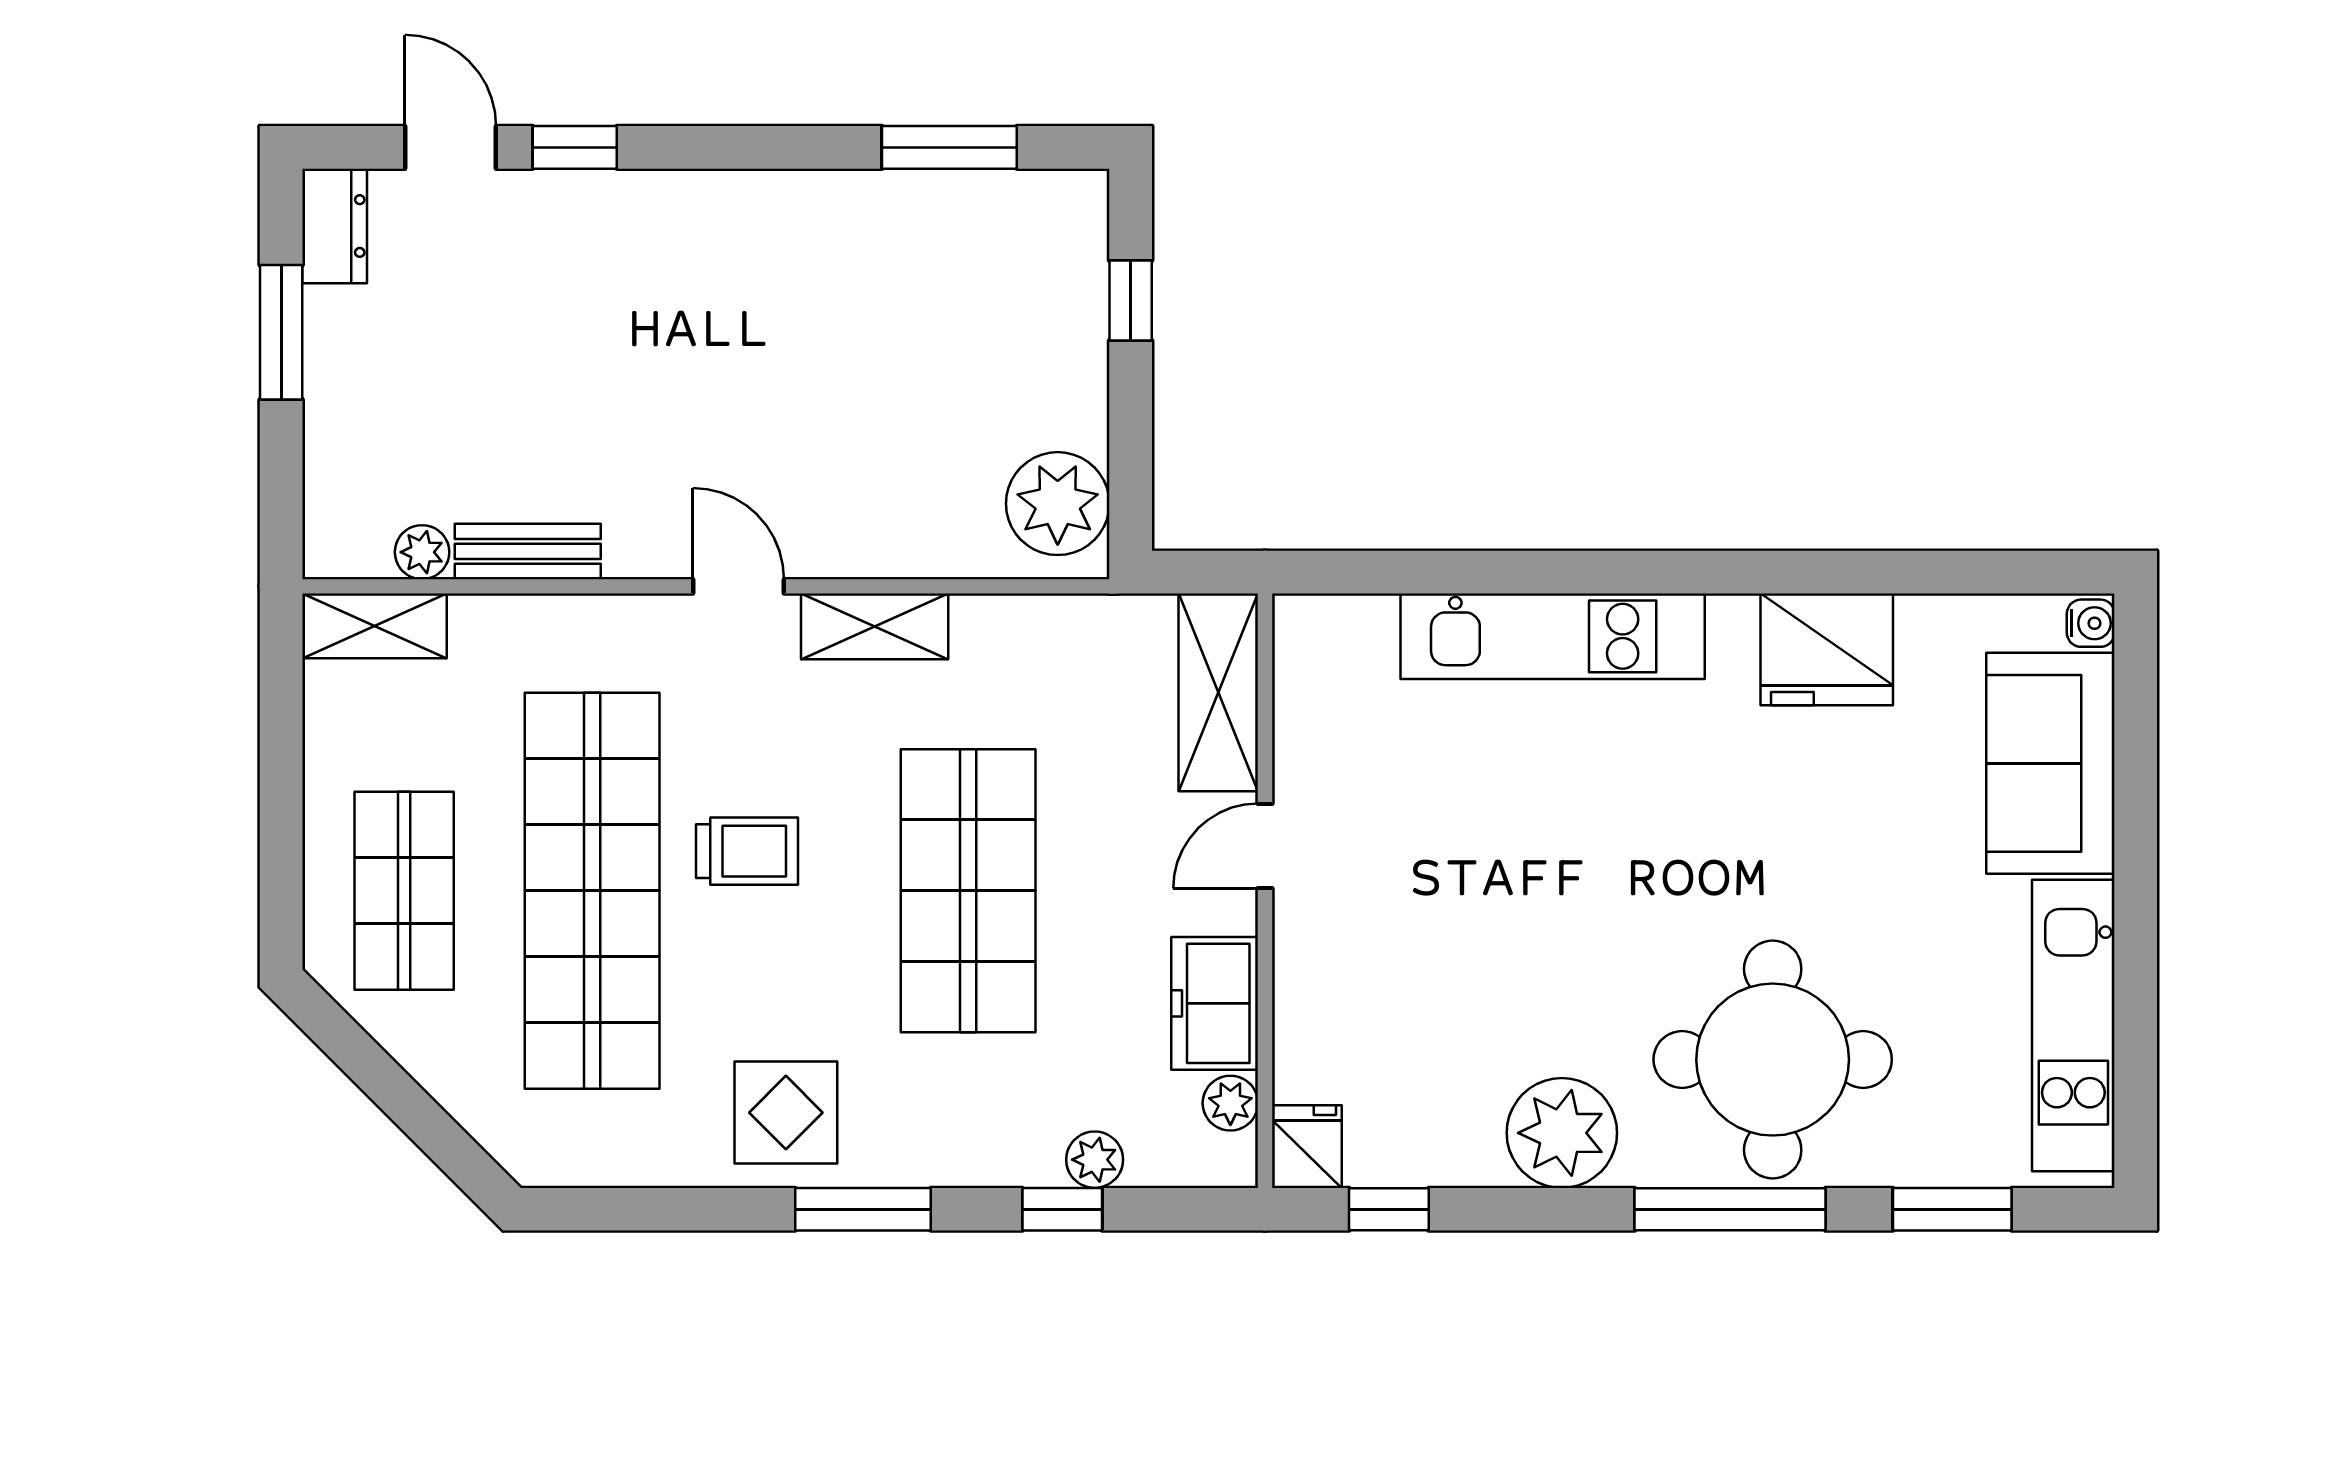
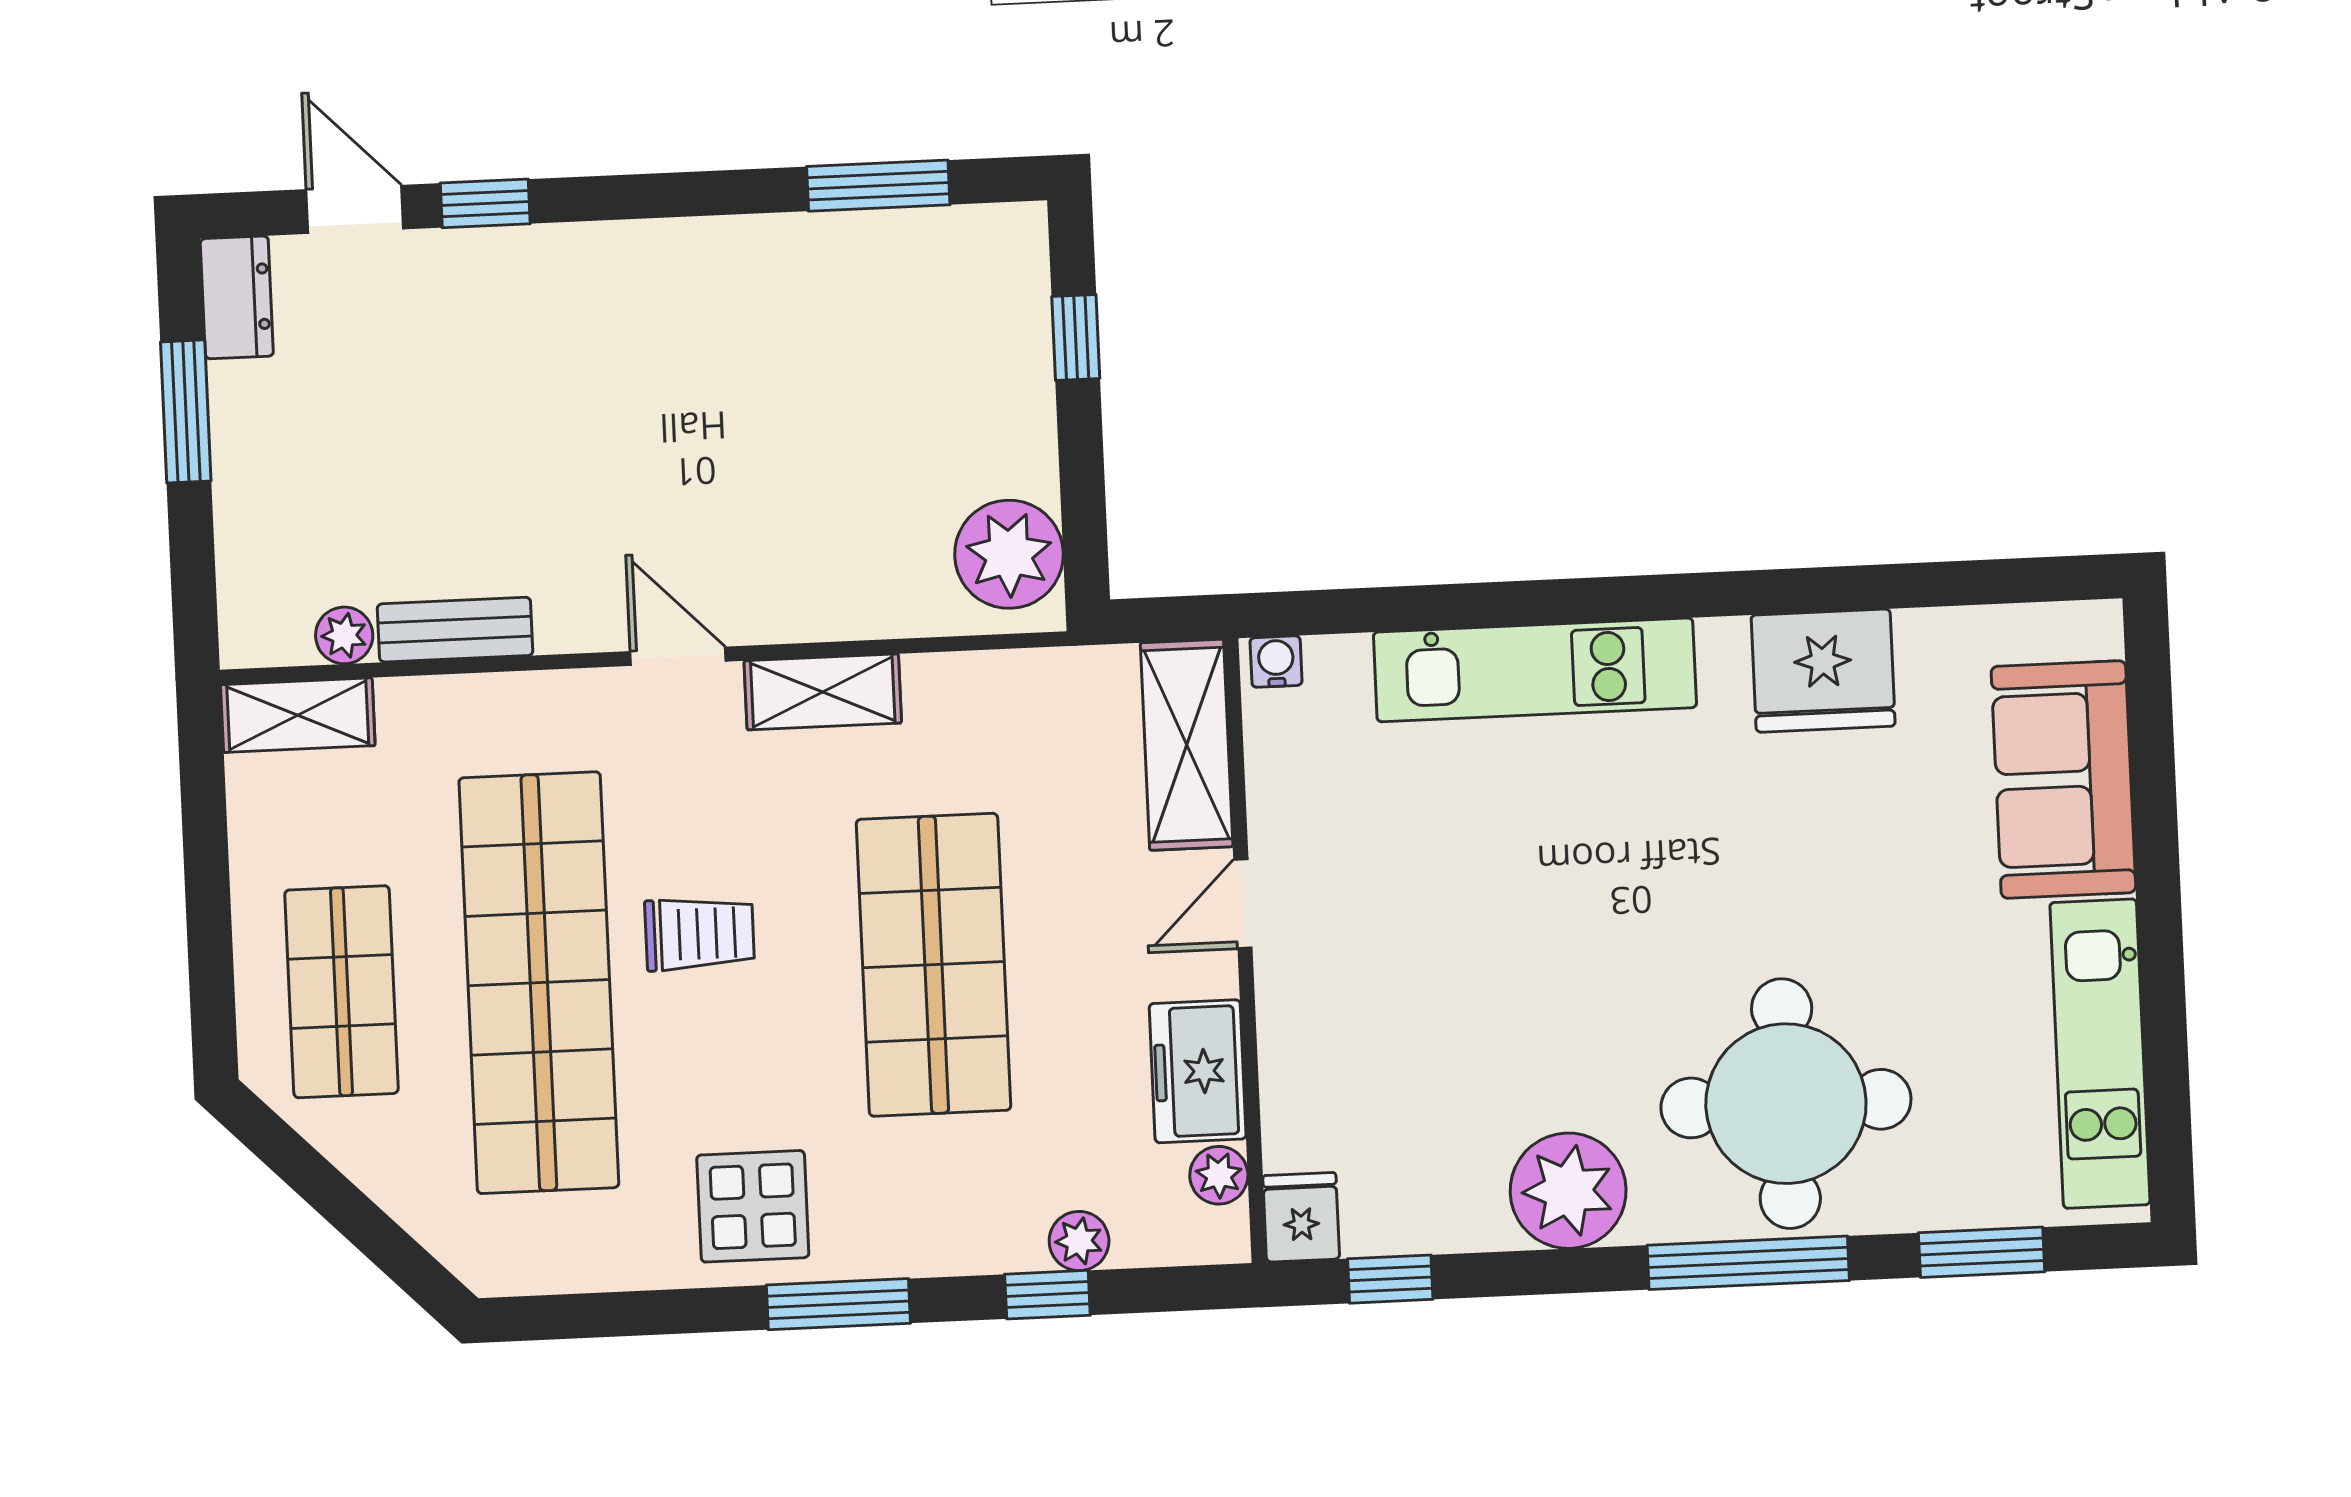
water cooler: (2091, 623) -> (1276, 662), moved, turned -90

